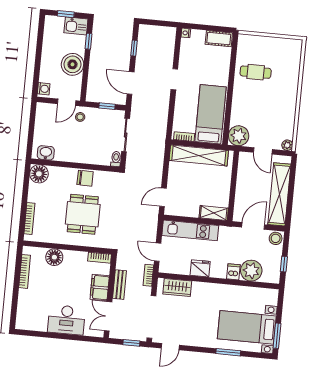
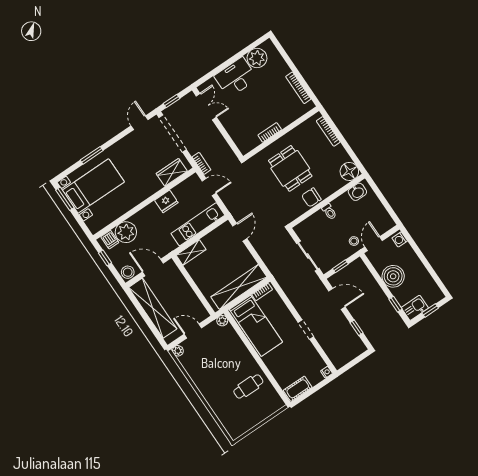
plant: (239, 136) -> (222, 321), width x0.53, depth x0.53
toilet: (116, 159) -> (329, 212), moved
door: (253, 226) -> (153, 267), swing flipped
floor lamp: (54, 257) -> (285, 118), removed
bookcase: (100, 258) -> (270, 132), moved
dishwasher: (233, 272) -> (110, 240), moved
bench: (119, 285) -> (218, 138), removed
filing cabinet: (100, 288) -> (231, 123), removed
plant: (38, 321) -> (257, 58), added

